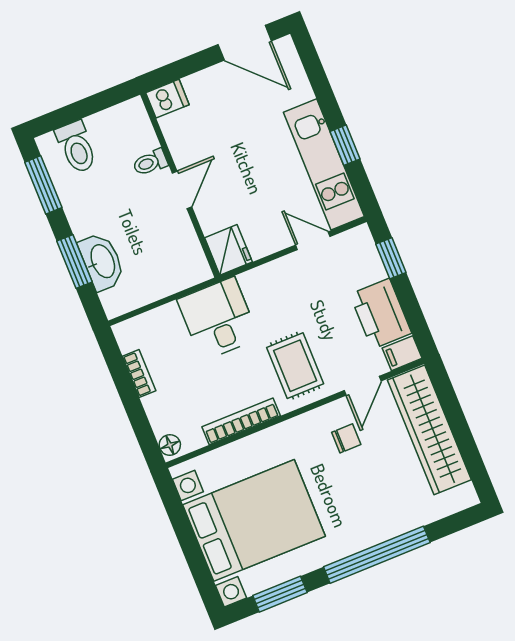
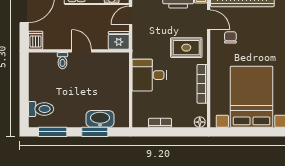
dishwasher: (167, 99) -> (36, 40), moved
toilet: (150, 162) -> (62, 61), moved
wall: (180, 185) -> (79, 51), moved
door: (182, 190) -> (82, 51), moved
fridge: (228, 250) -> (119, 40), moved

